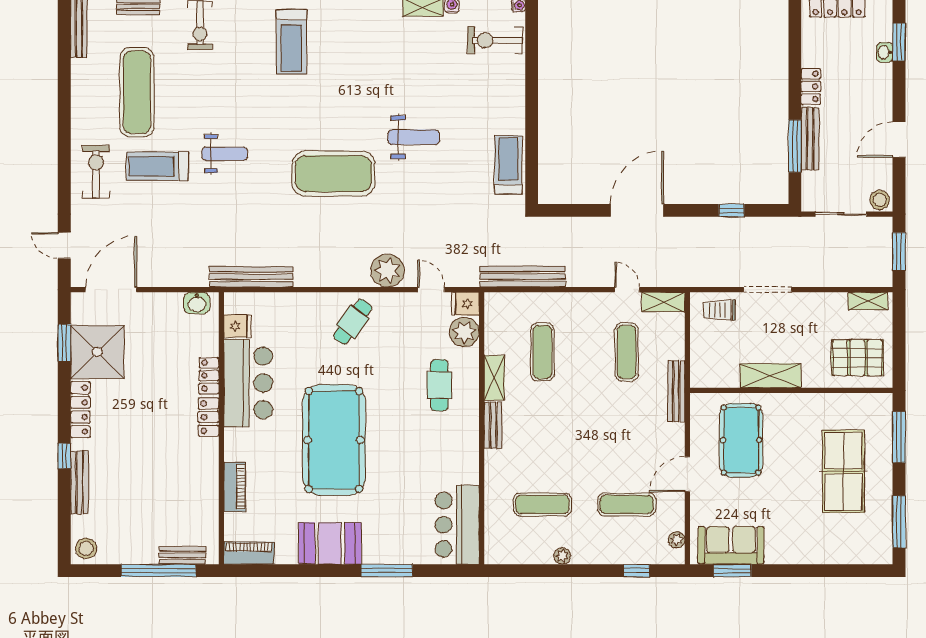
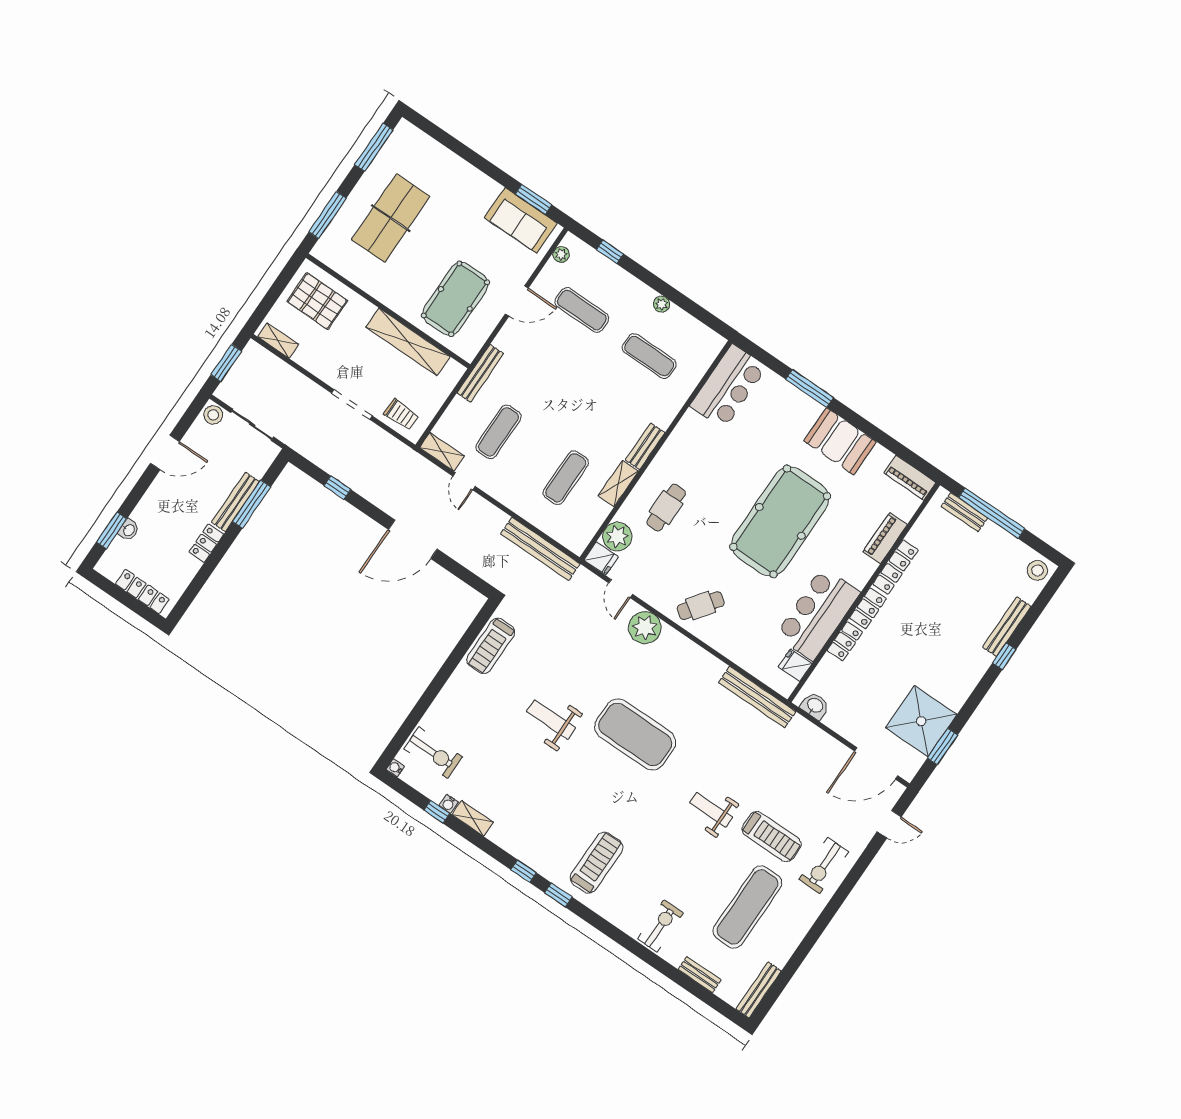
door: (64, 245) -> (889, 824), hinge flipped
shelving: (771, 376) -> (408, 342), width x1.47
locker: (80, 410) -> (895, 567), moved, turned 180

